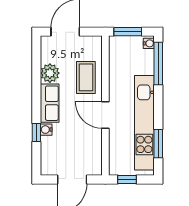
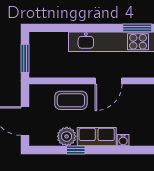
water cooler: (149, 43) -> (37, 37), removed
window: (158, 63) -> (57, 28), removed
window: (36, 132) -> (76, 150), moved

